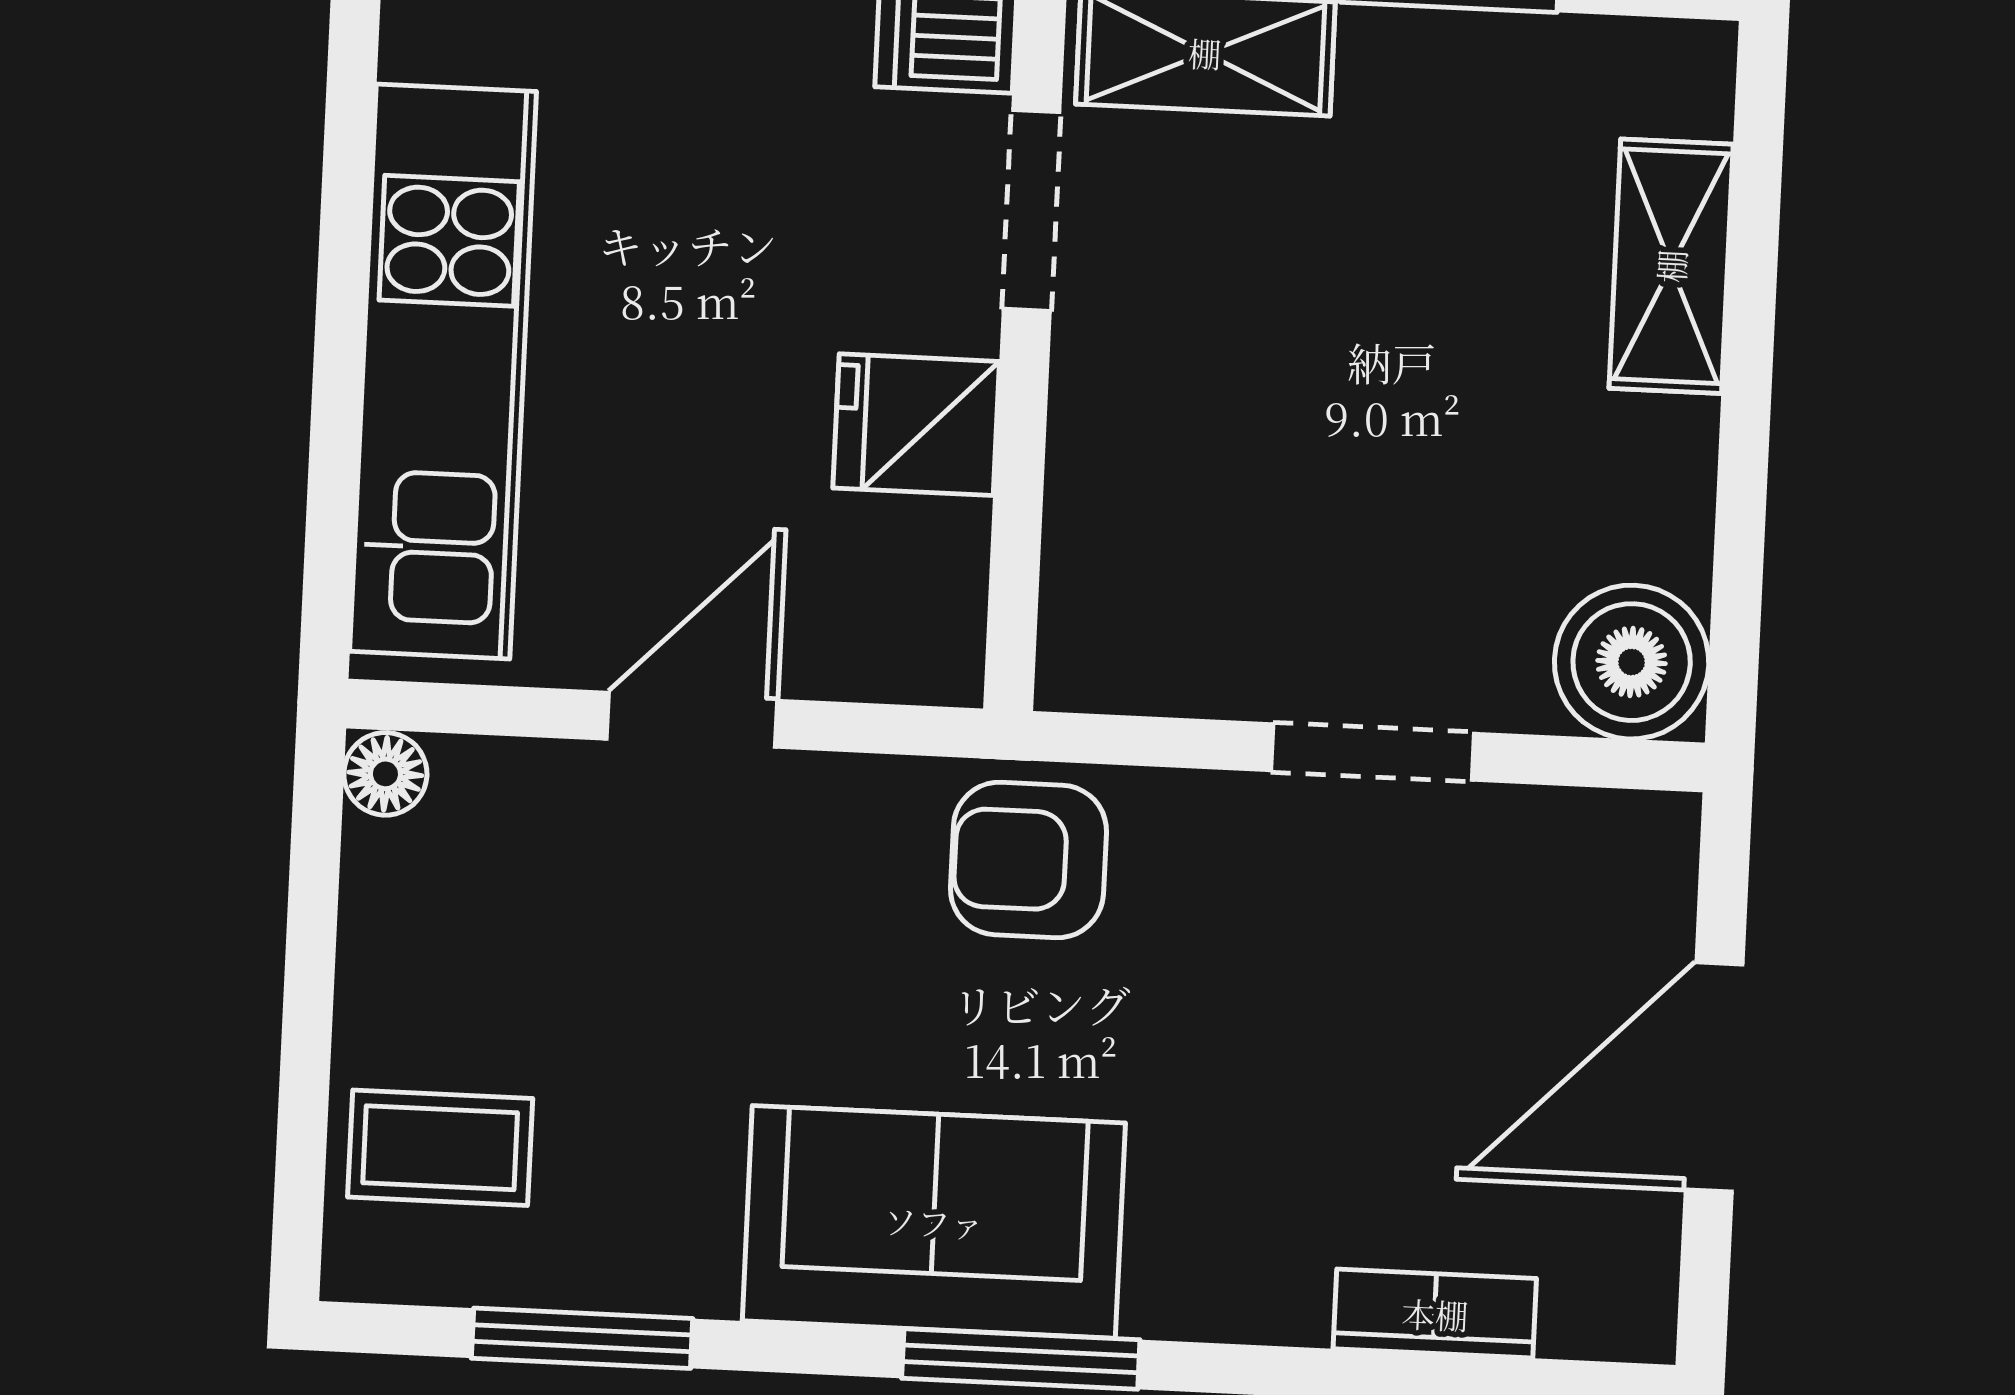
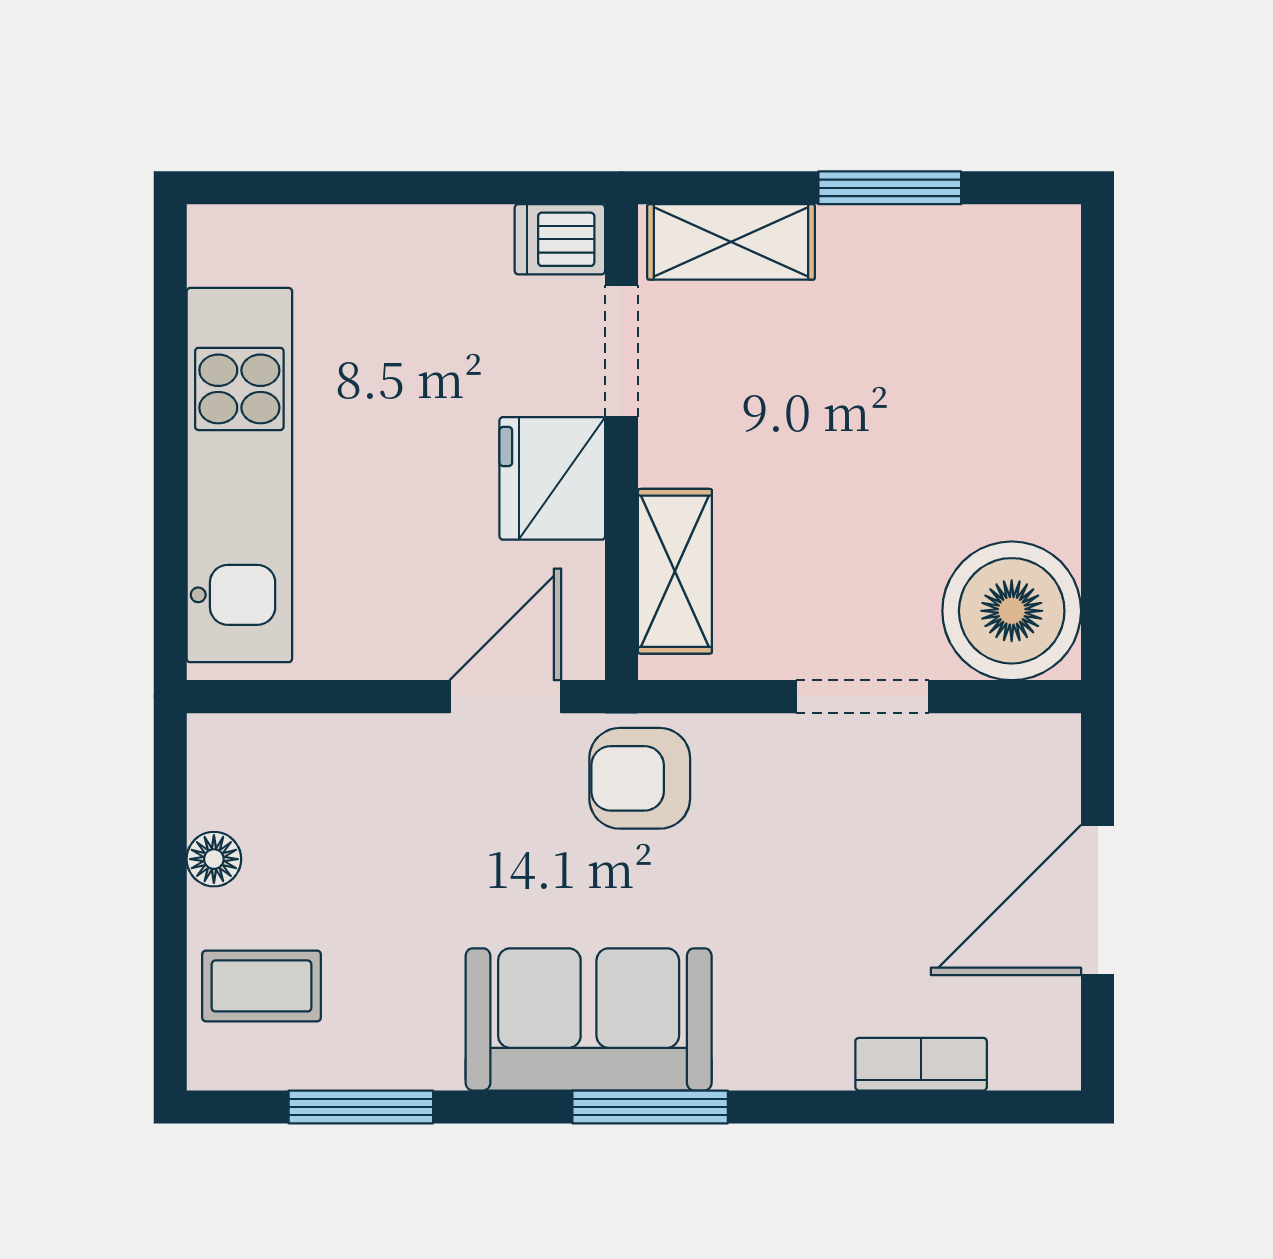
shelving: (1671, 266) -> (675, 571), moved
fridge: (916, 425) -> (552, 478), width x1.38
boiler: (1632, 662) -> (1012, 611), width x1.37, depth x1.37
door: (692, 720) -> (505, 697), moved
floor lamp: (385, 774) -> (214, 859), moved

